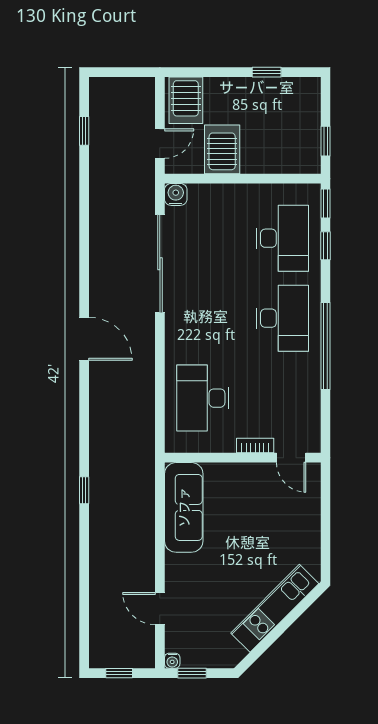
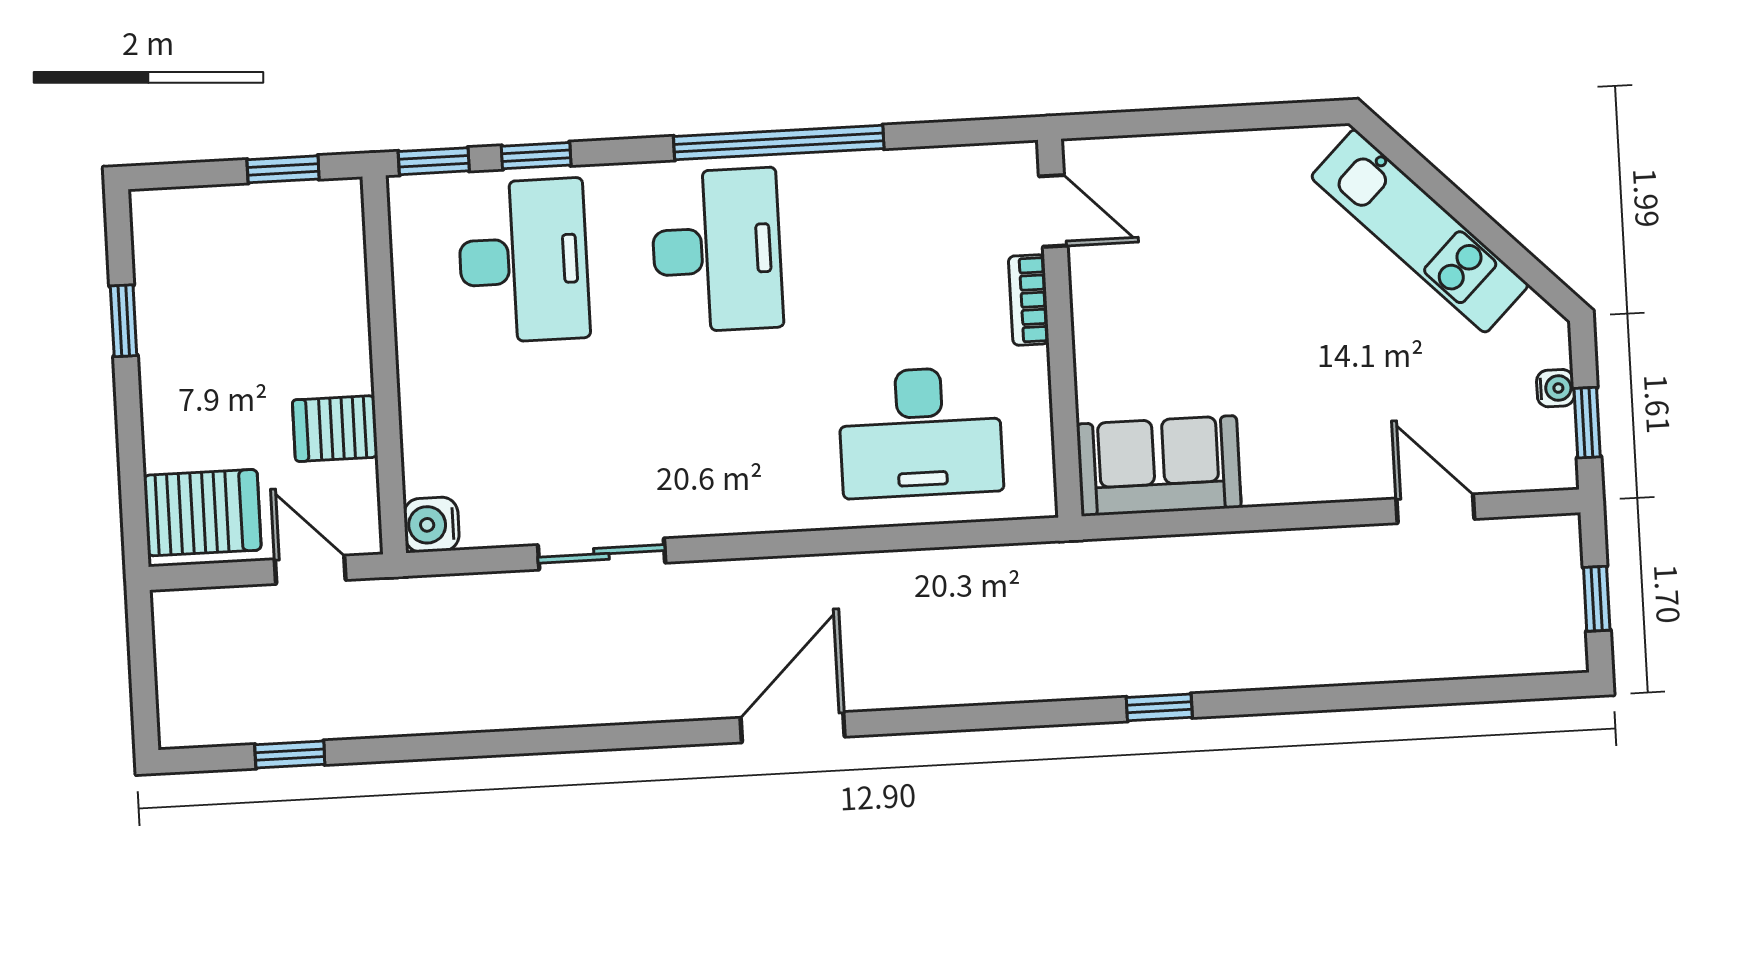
server rack: (222, 149) -> (335, 429), width x0.73, depth x0.70
desk: (282, 238) -> (523, 261), turned 90
sliding door: (160, 264) -> (601, 554), width x0.54
desk: (282, 318) -> (717, 250), turned 90
door: (291, 458) -> (1053, 211), hinge flipped
sofa: (184, 507) -> (1159, 466), width x0.73
door: (160, 609) -> (1435, 509), swing flipped
water cooler: (172, 661) -> (1555, 388), moved

